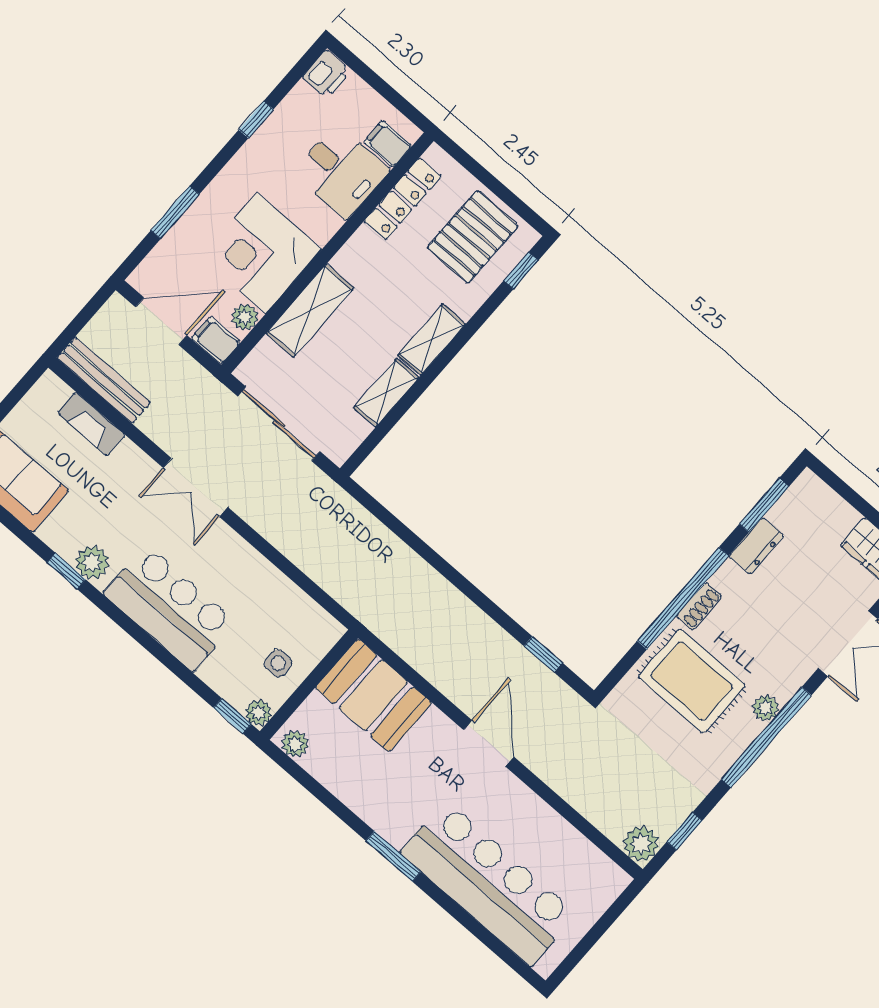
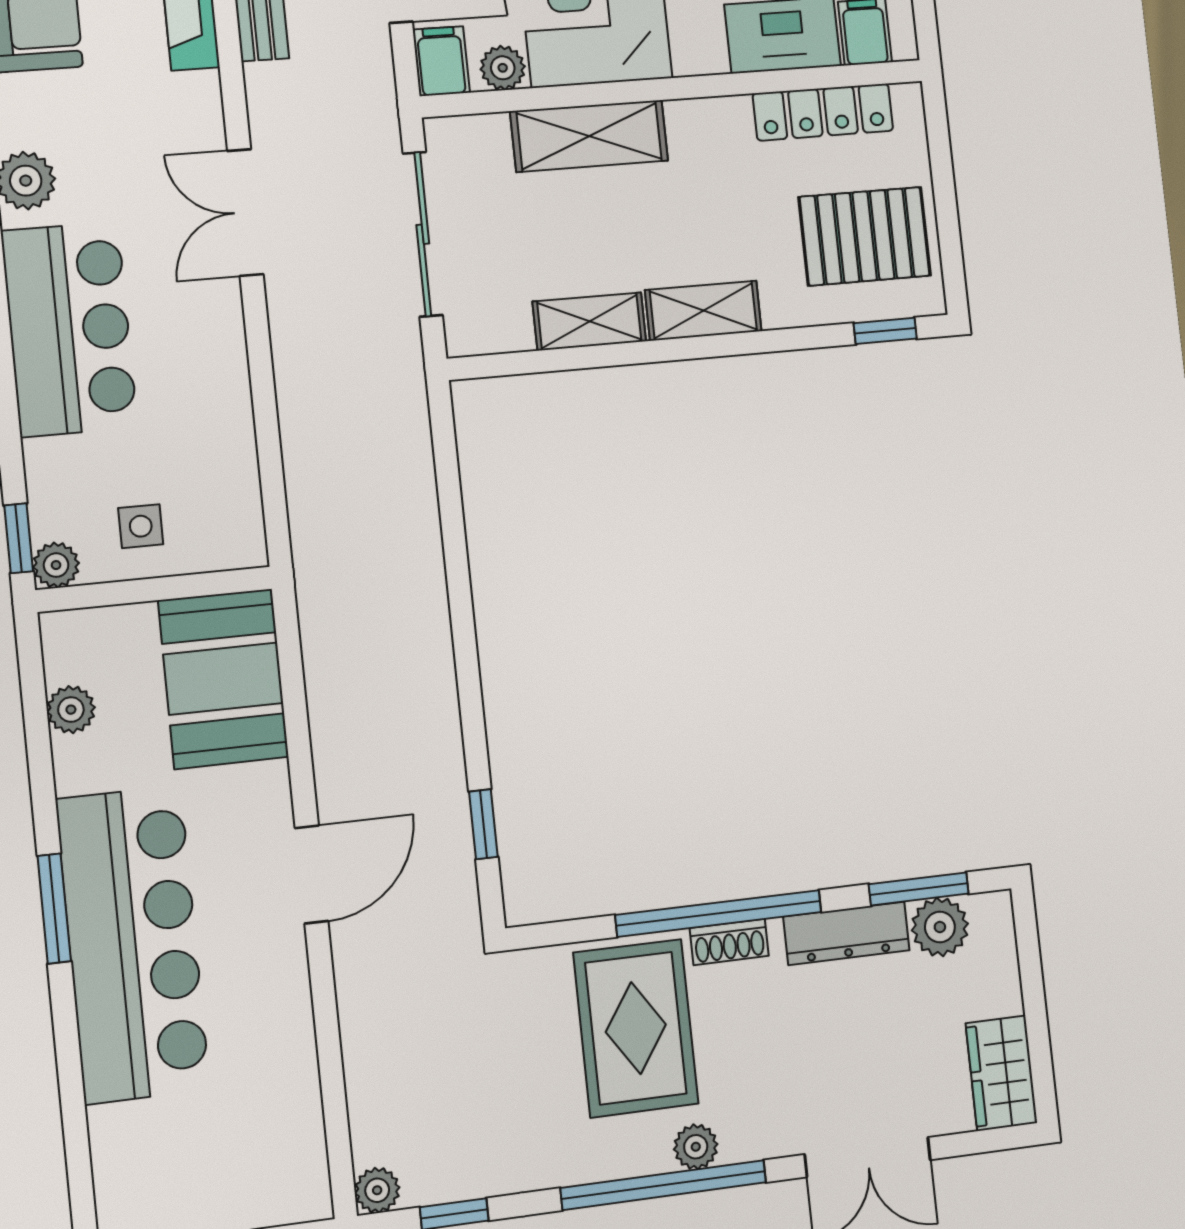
plant: (789, 513) -> (940, 927), added
dresser: (756, 546) -> (847, 933), width x1.44
plant: (295, 744) -> (71, 710), moved
plant: (641, 844) -> (377, 1190), width x0.73, depth x0.73
bar counter: (488, 883) -> (133, 944), moved

